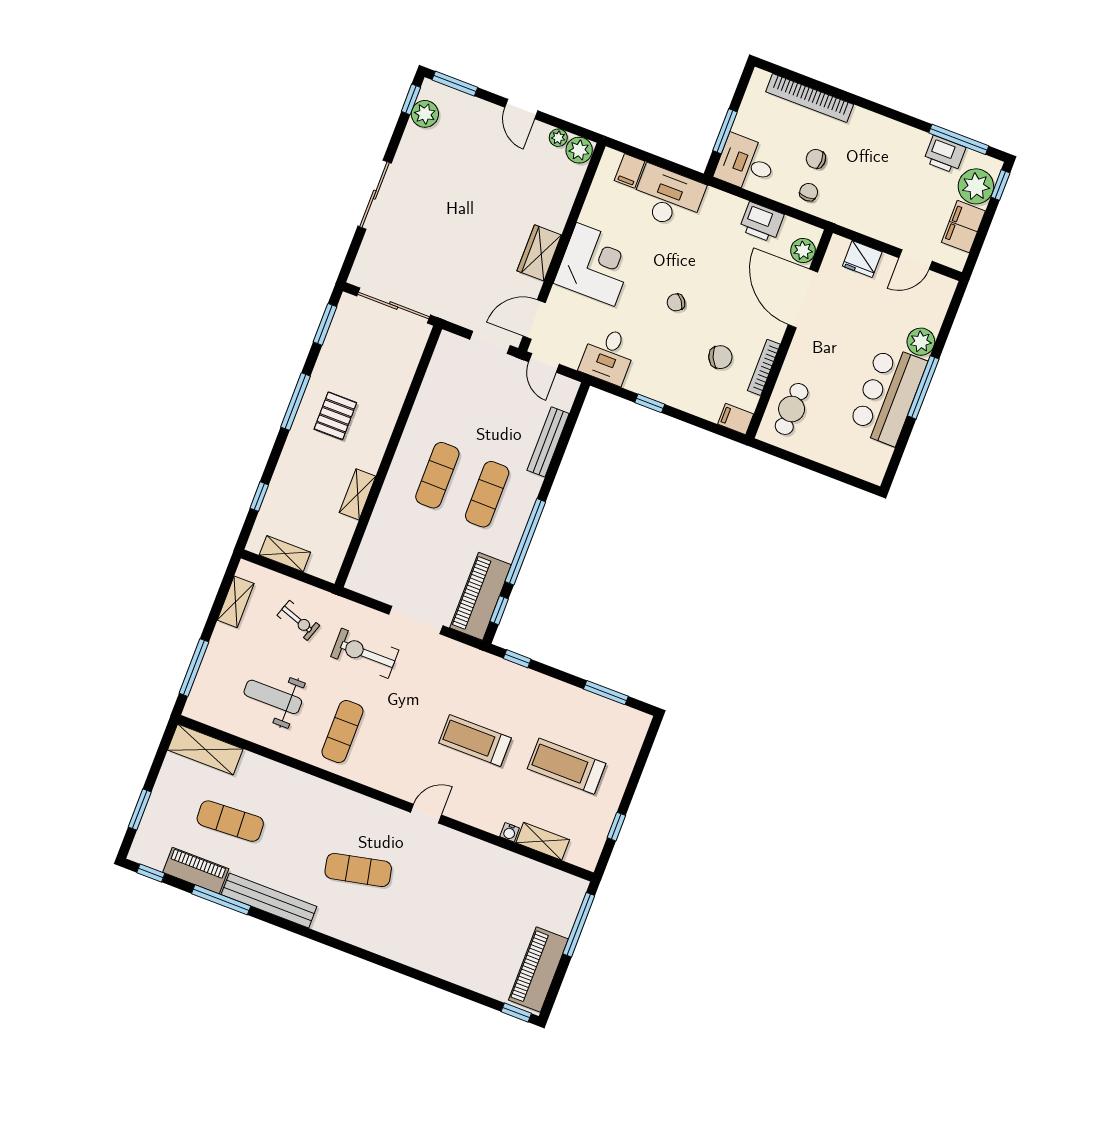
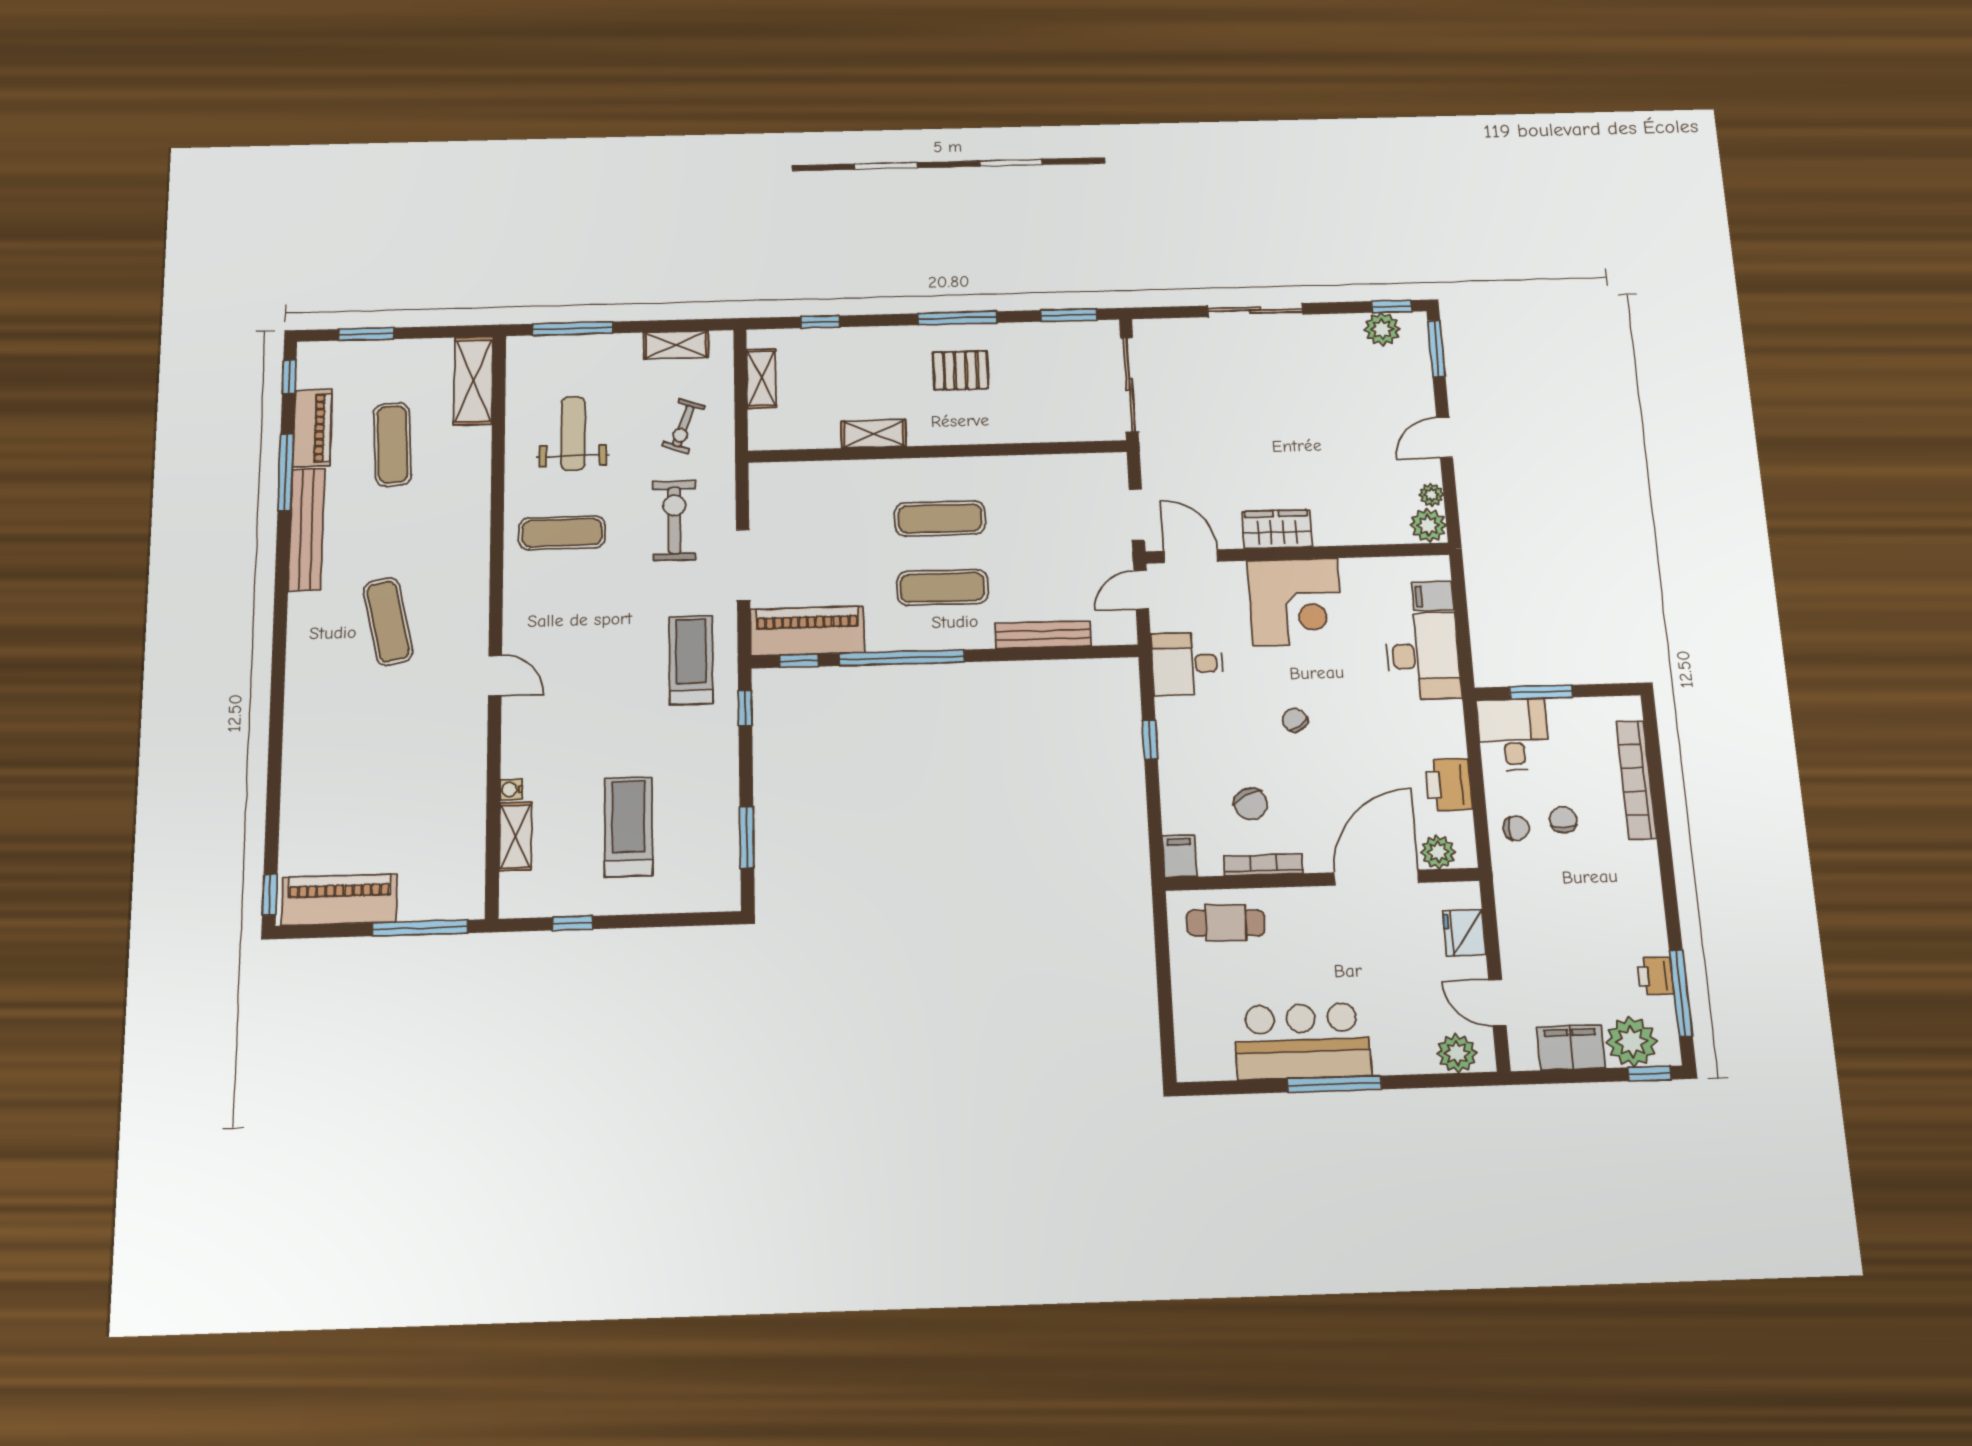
printer: (945, 155) -> (1655, 976), width x0.73, depth x0.81
plant: (921, 342) -> (1457, 1053), moved
treadmill: (475, 741) -> (691, 660), moved

